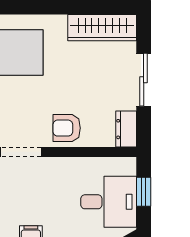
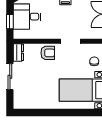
wardrobe: (102, 28) -> (30, 102), removed

